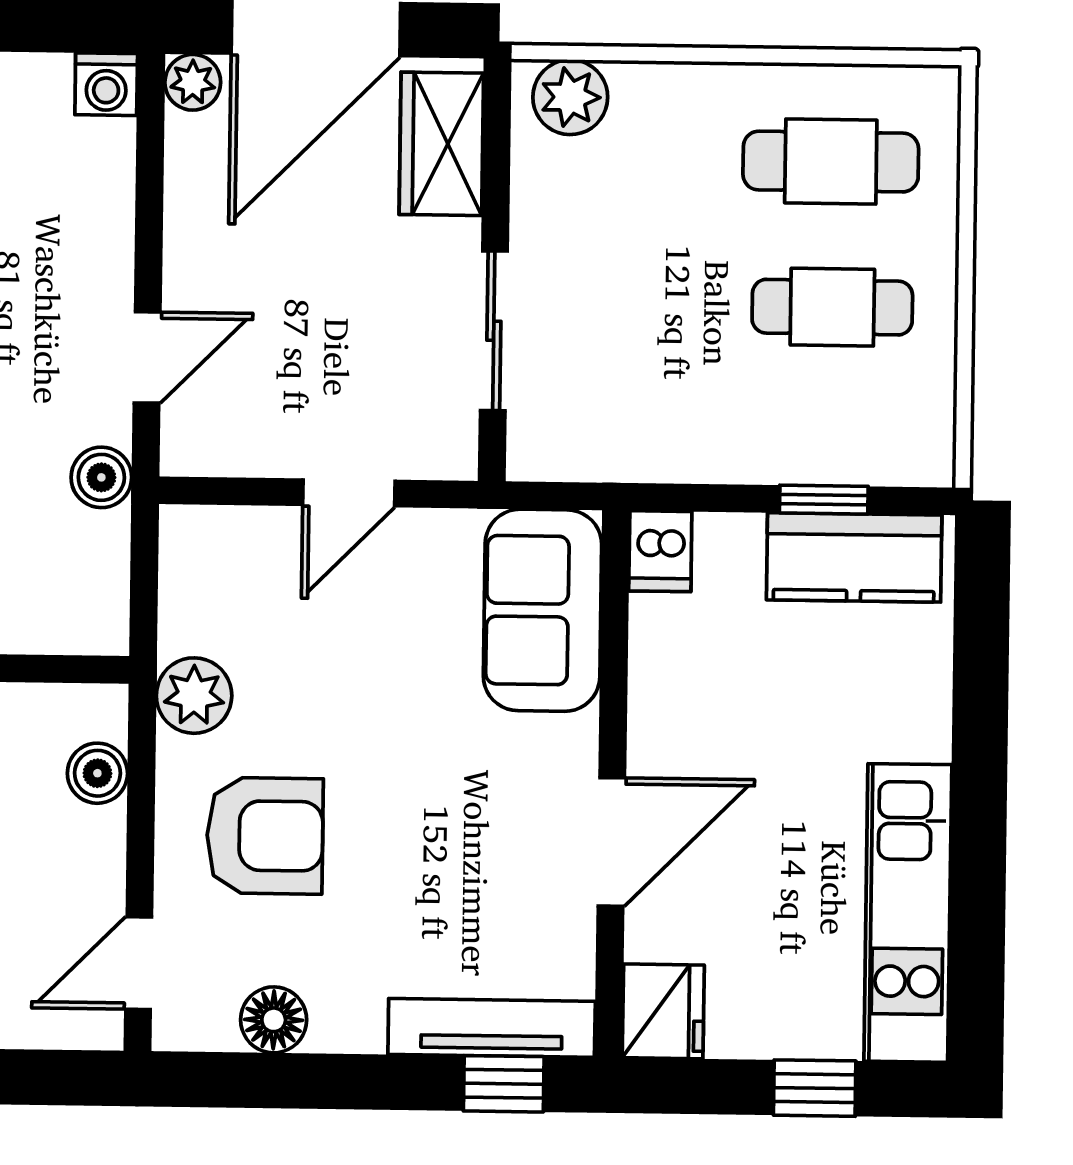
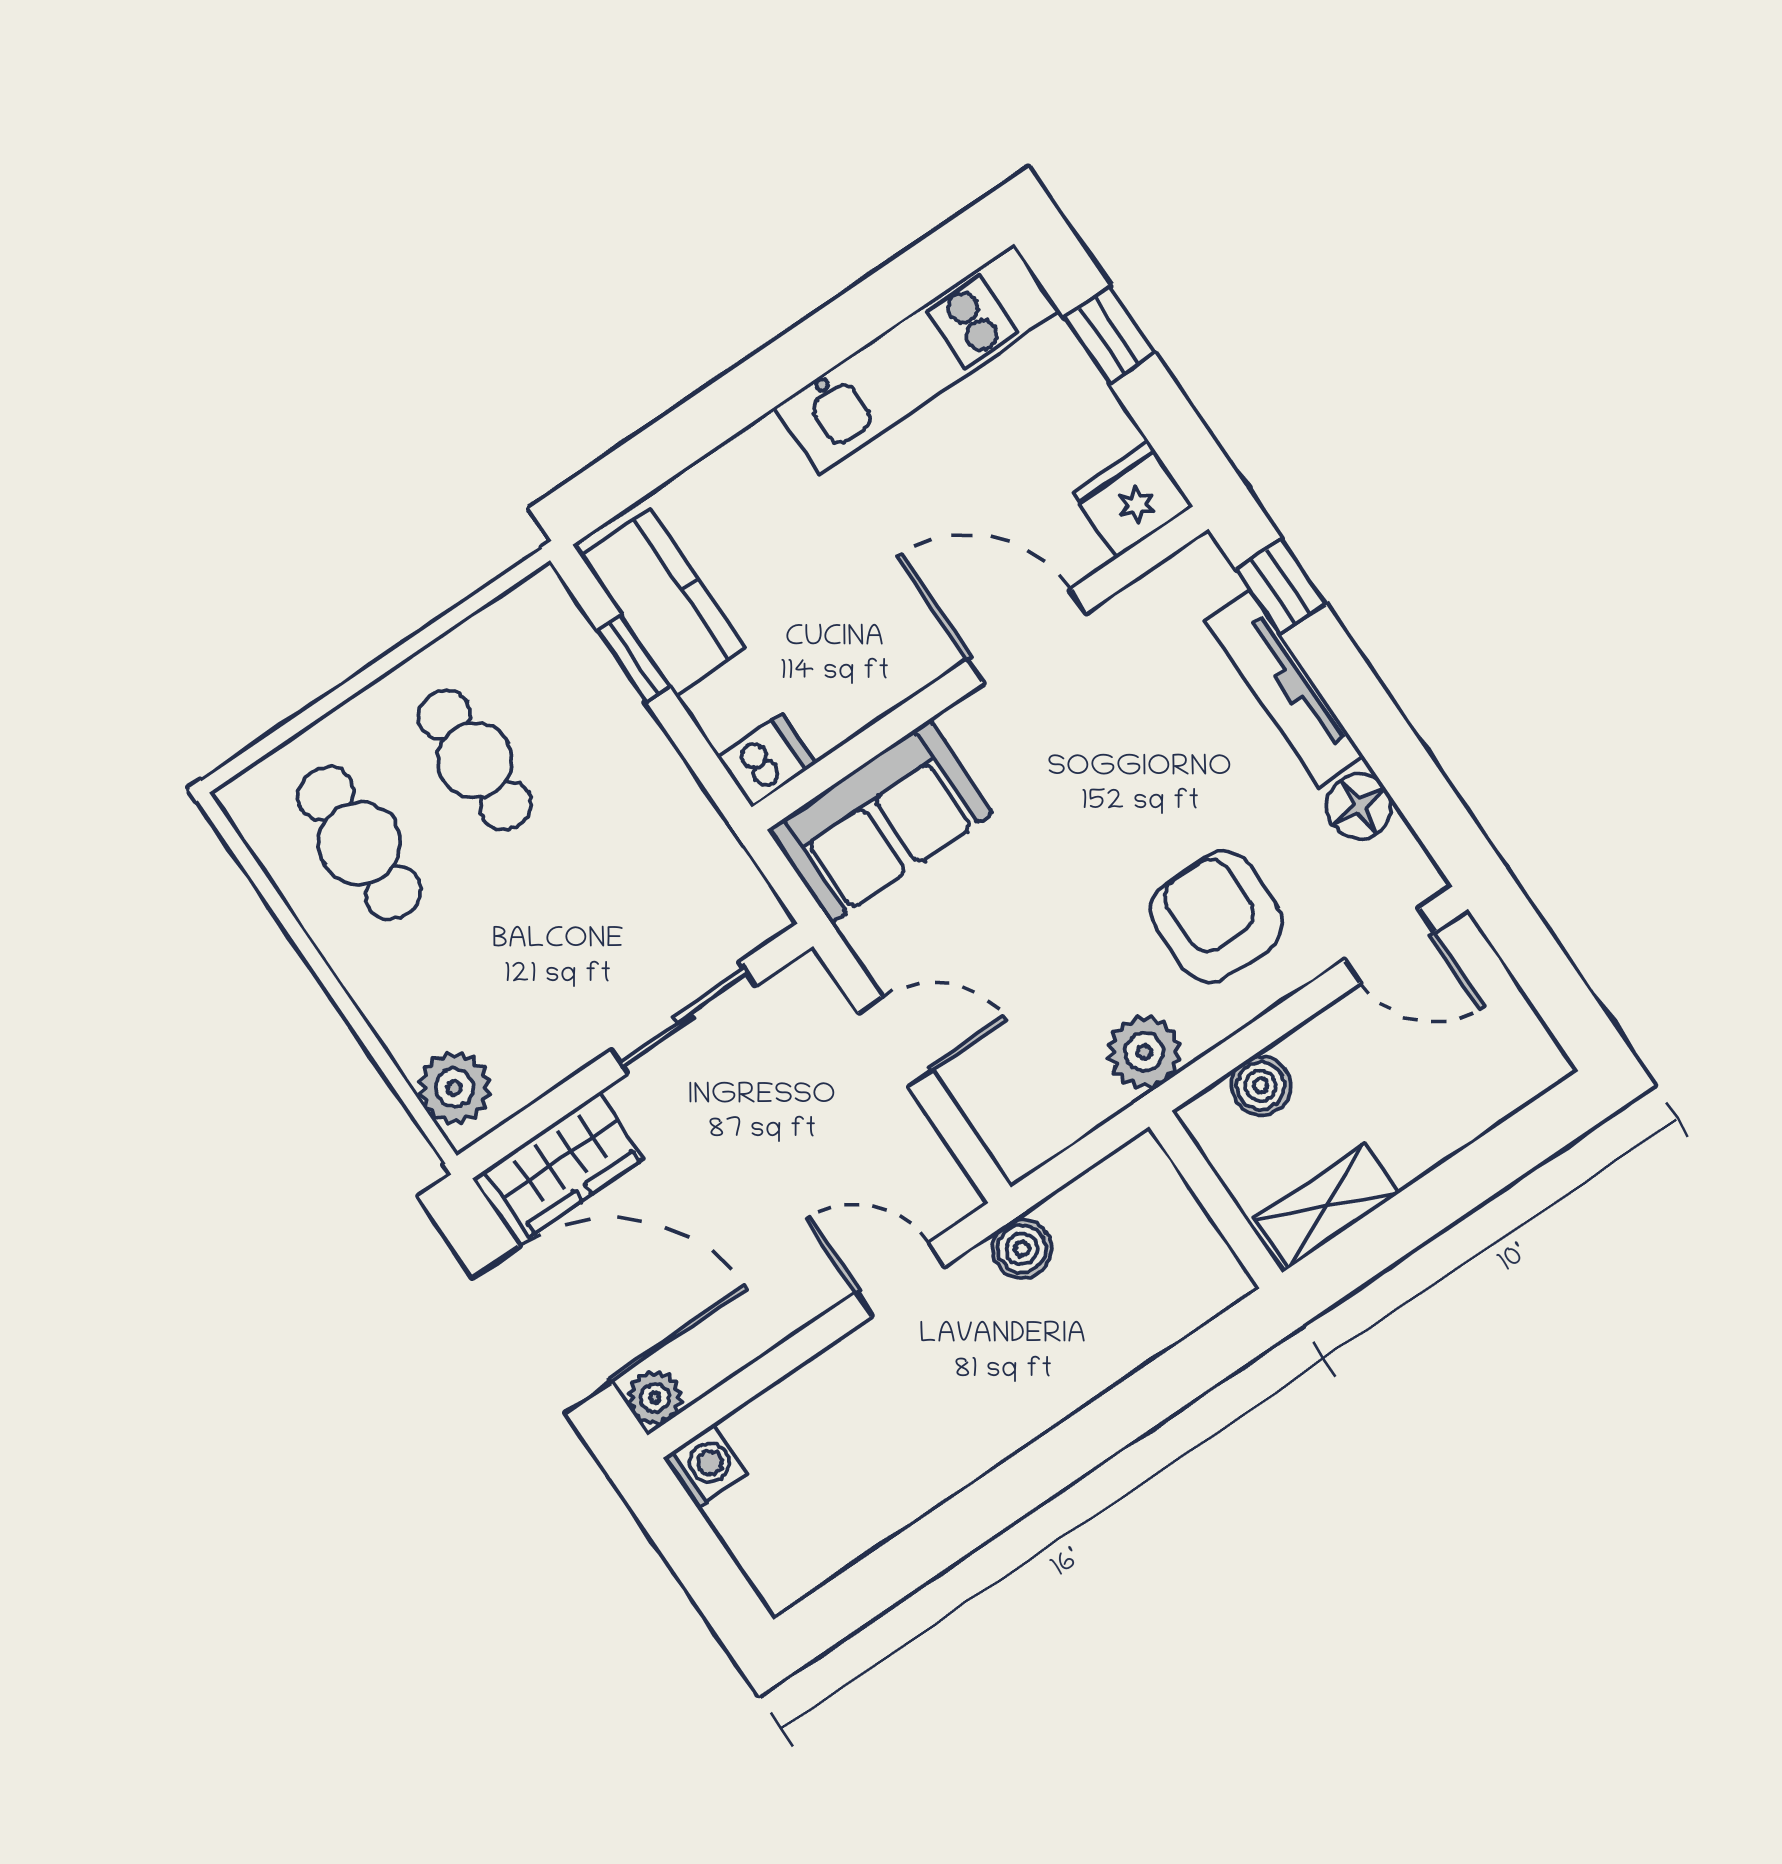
tv unit: (492, 1028) -> (1285, 689), moved

